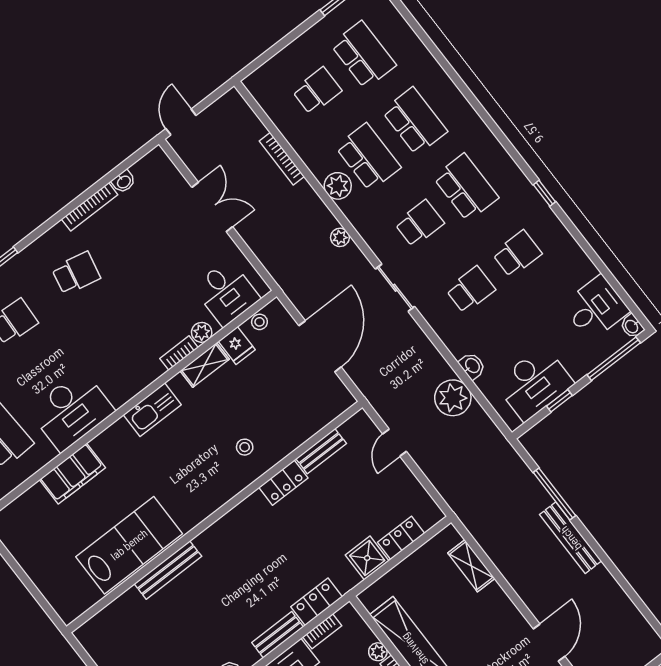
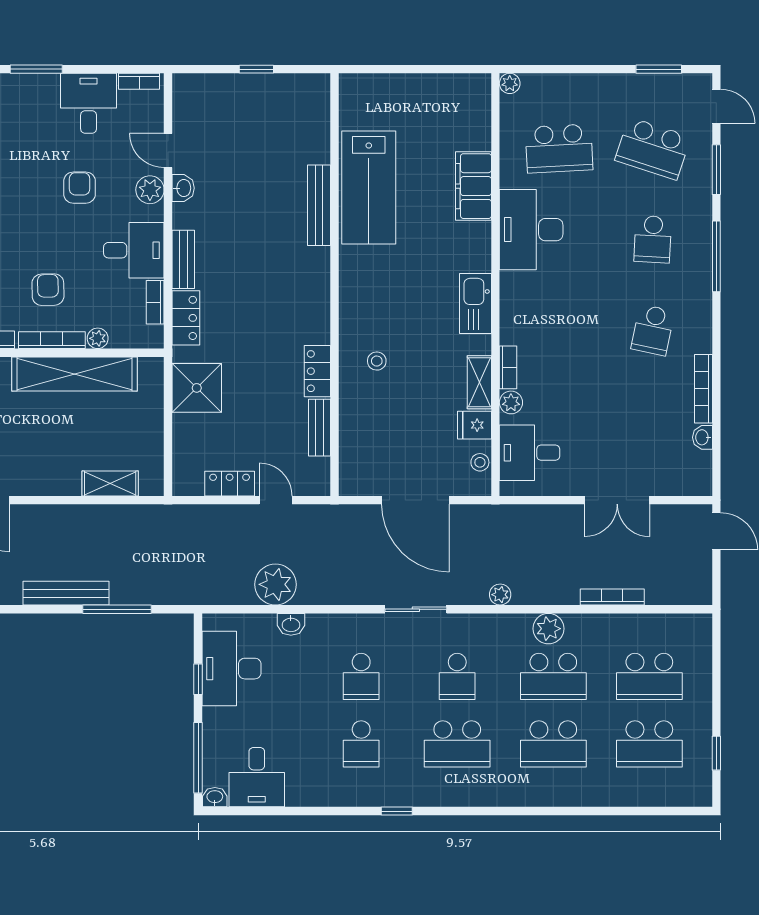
school desk: (317, 91) -> (649, 676), width x1.85
locker: (401, 538) -> (230, 484), moved, turned -90
shower: (367, 558) -> (197, 388), width x1.36, depth x1.36

